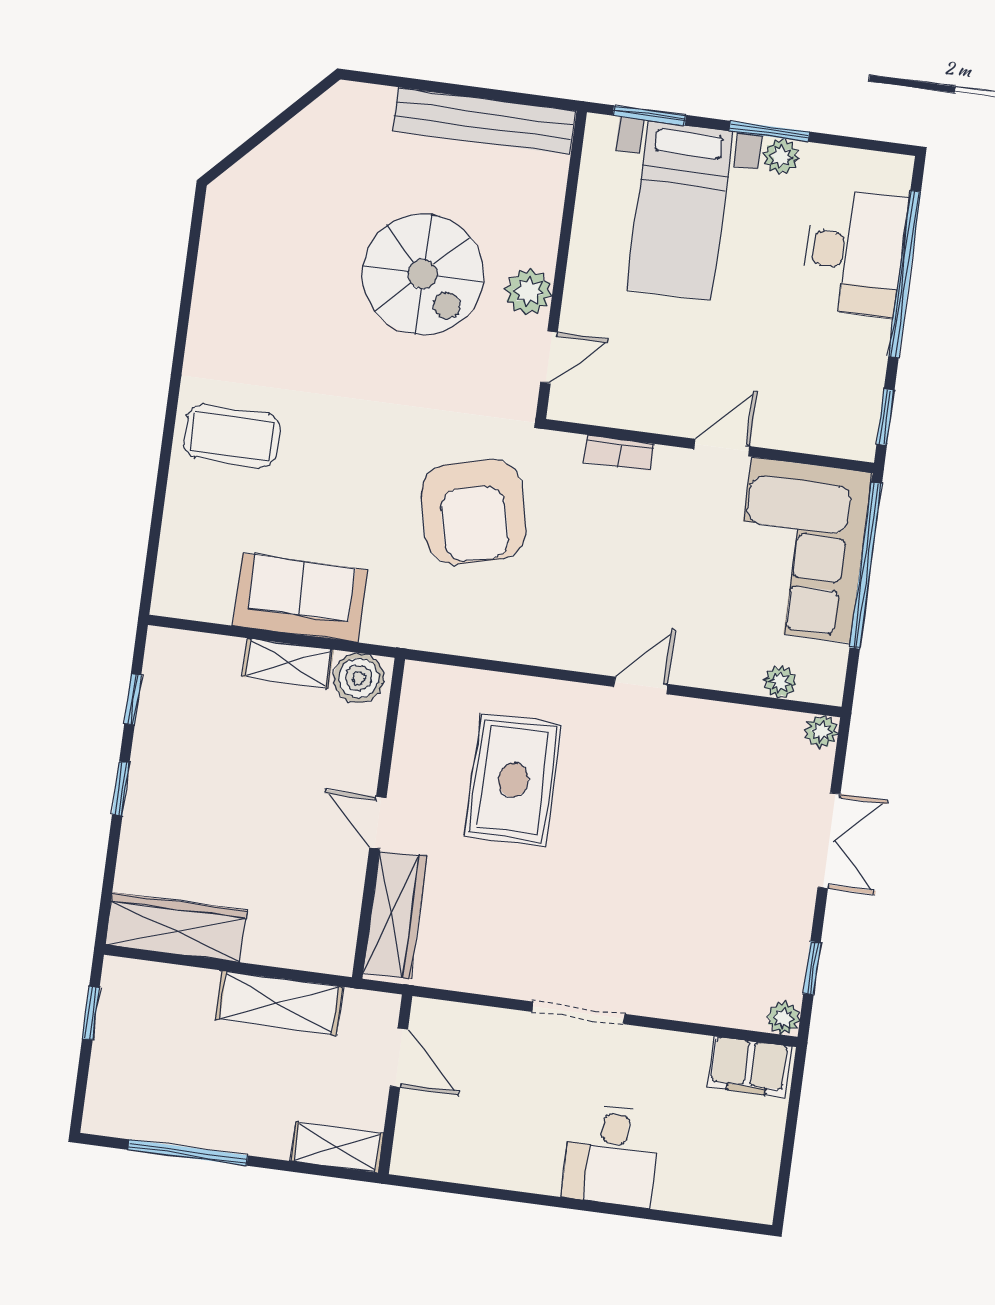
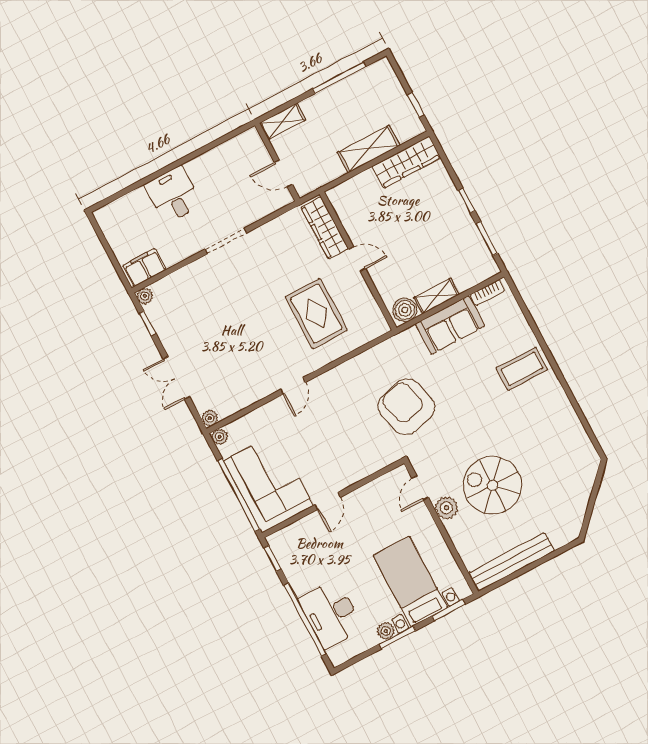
bookcase: (619, 453) -> (487, 293), moved, turned 180
plant: (780, 682) -> (219, 437), moved
window: (133, 699) -> (487, 239), width x1.50
shelving: (279, 1003) -> (369, 149), moved

